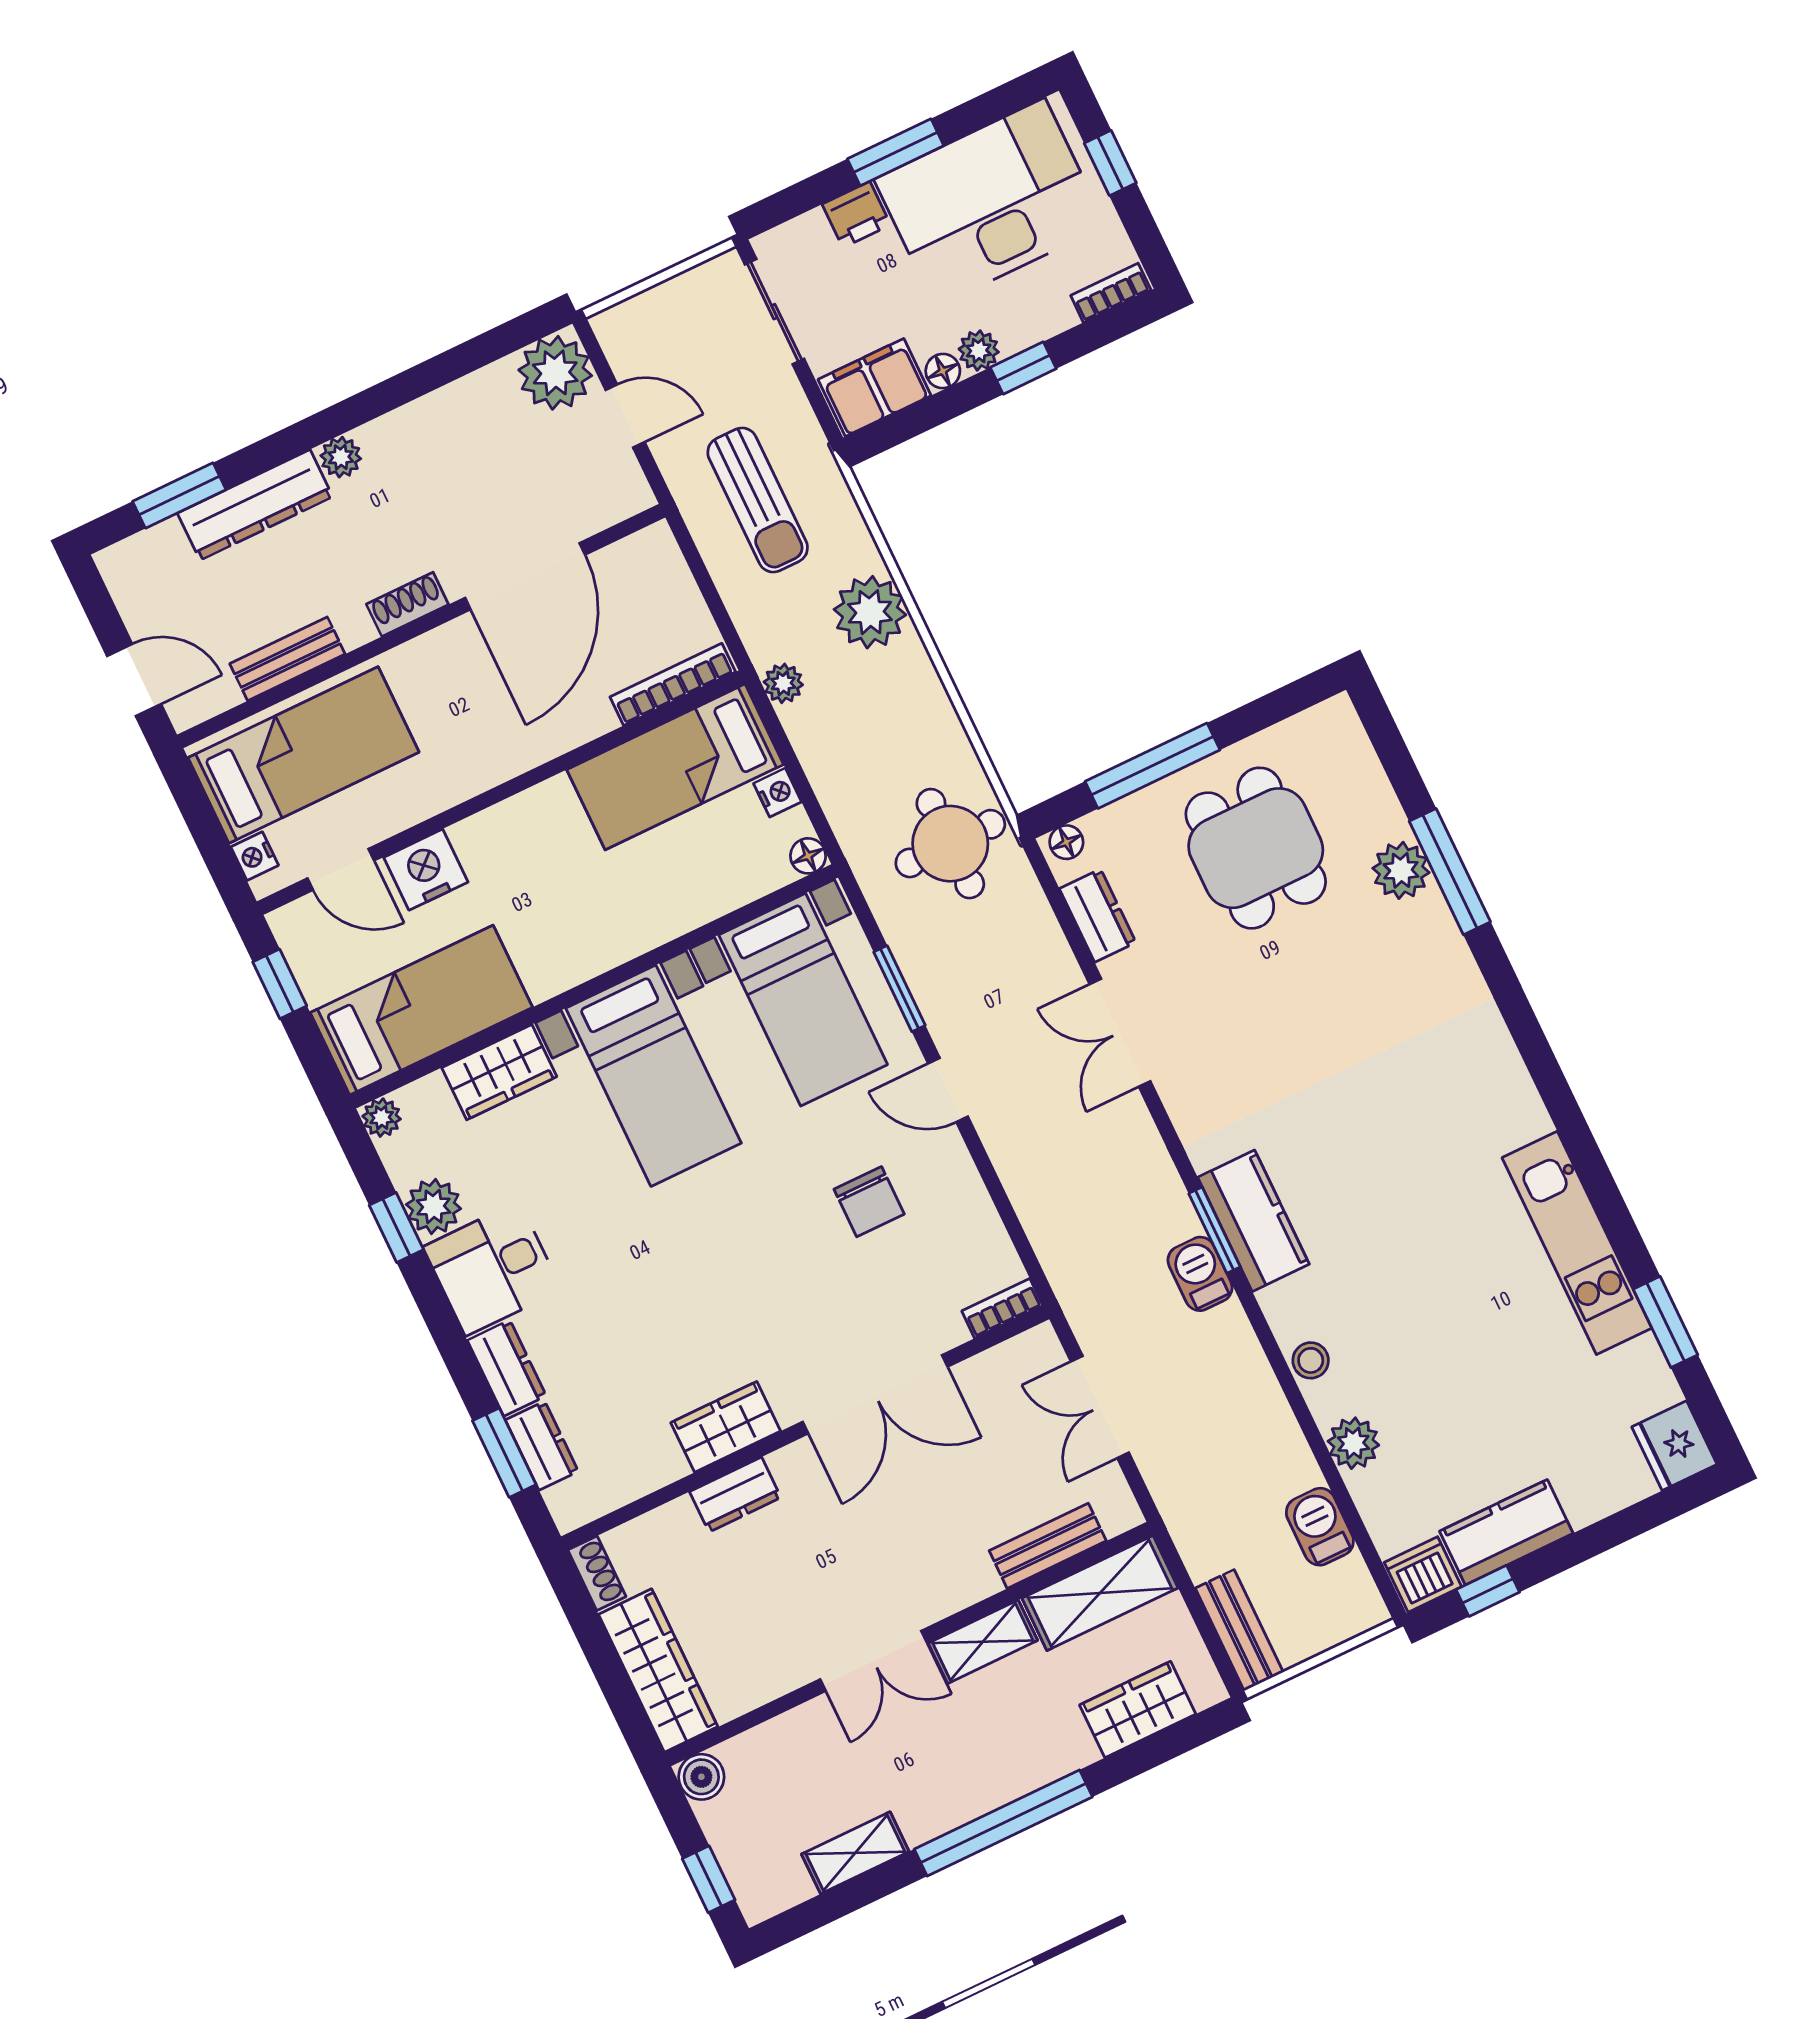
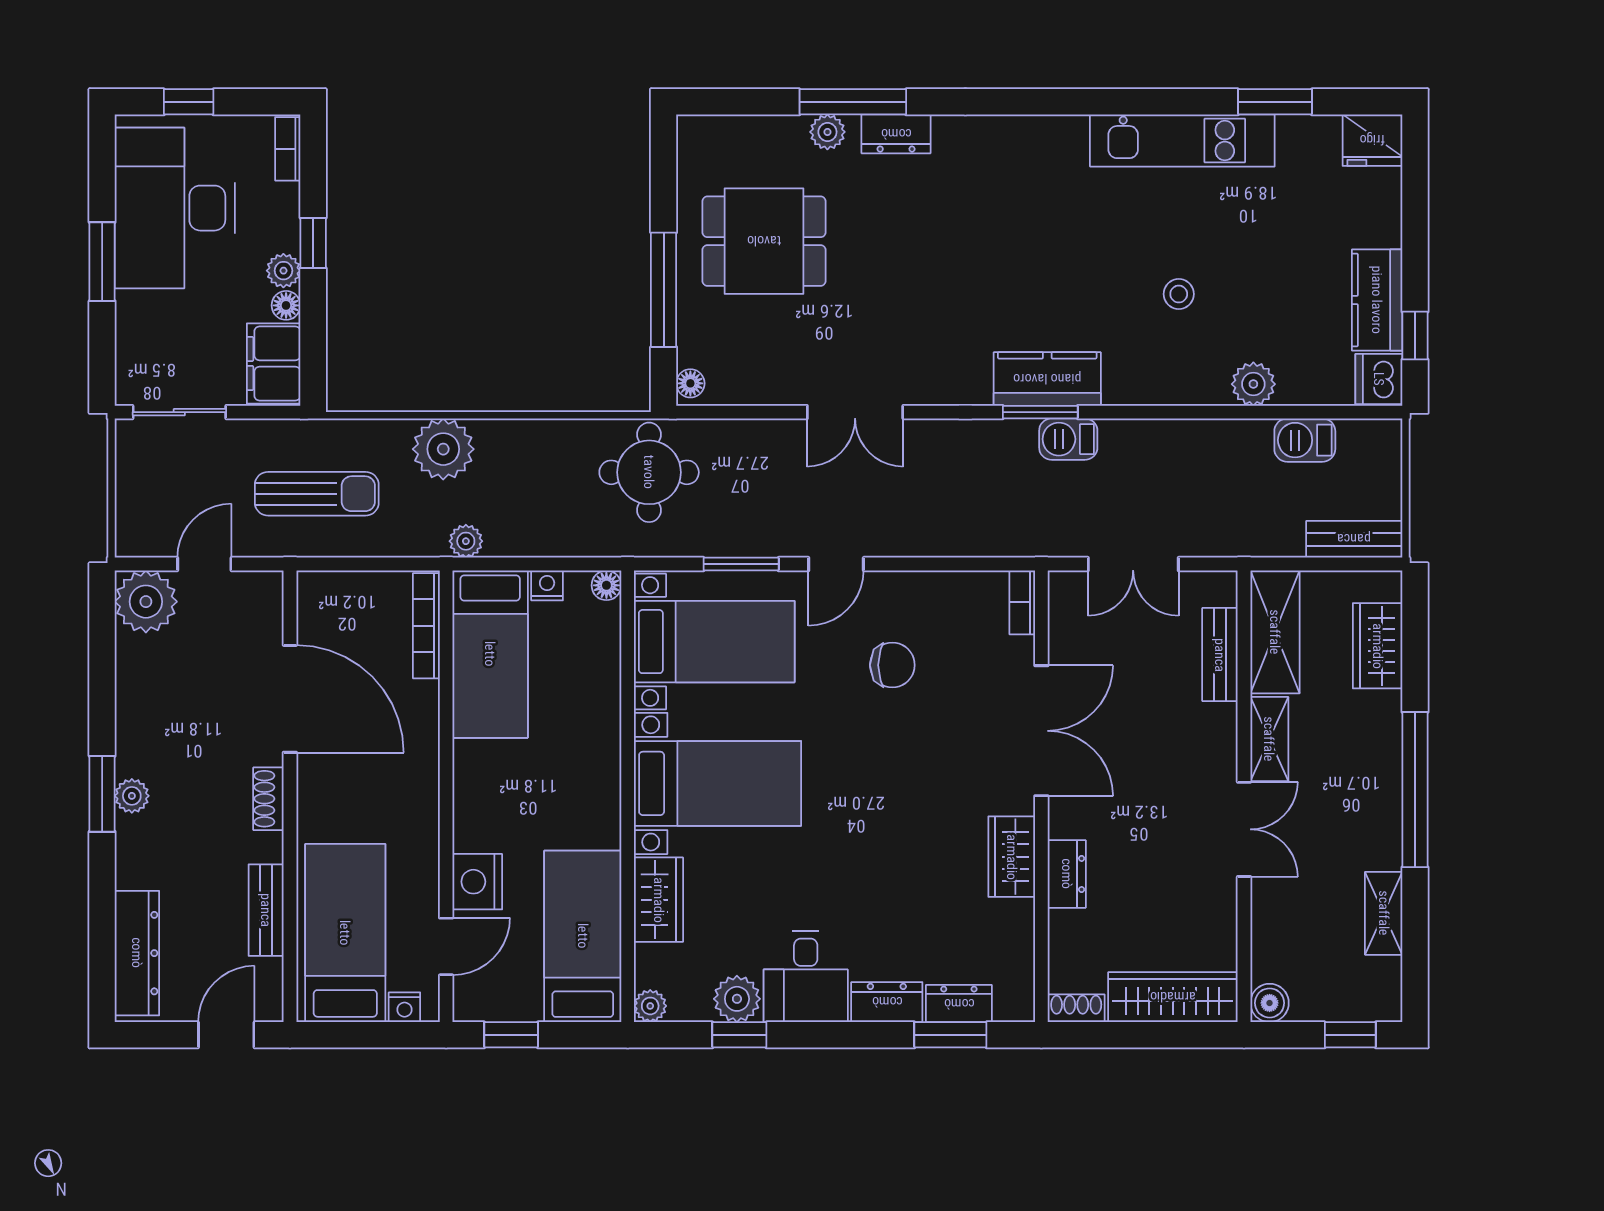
printer: (856, 215) -> (135, 314), removed
window: (179, 495) -> (102, 794), moved
dresser: (255, 505) -> (137, 953), moved
plant: (1401, 870) -> (827, 132), width x0.73, depth x0.73
dresser: (1098, 916) -> (896, 134), moved, turned 180
stool: (1311, 1360) -> (1179, 294), moved

